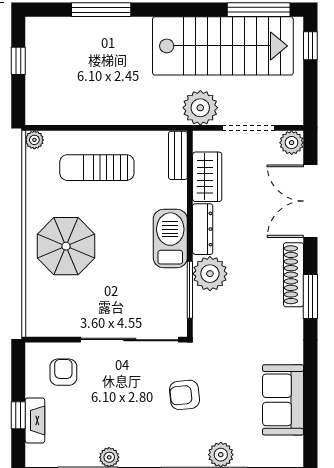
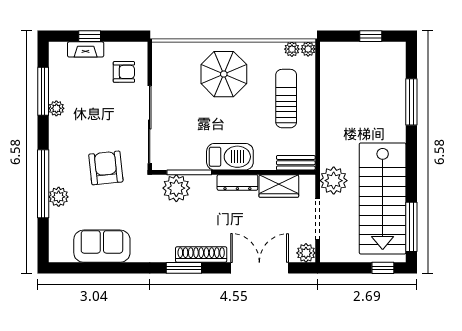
plant: (35, 160) -> (292, 49), added
plant: (210, 274) -> (176, 188), moved
armchair: (184, 395) -> (106, 168), width x1.38, depth x1.38

